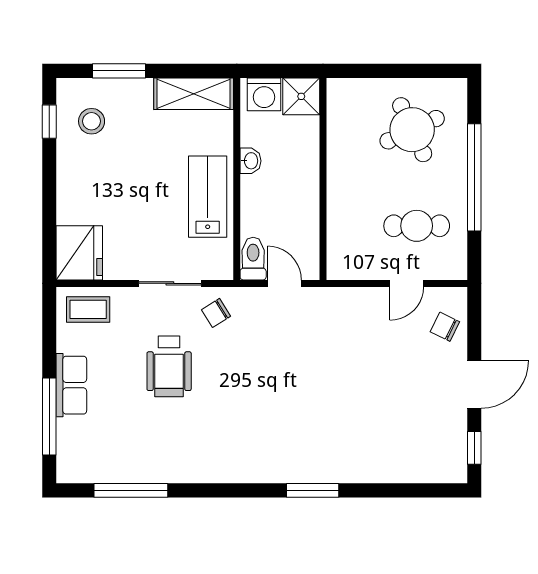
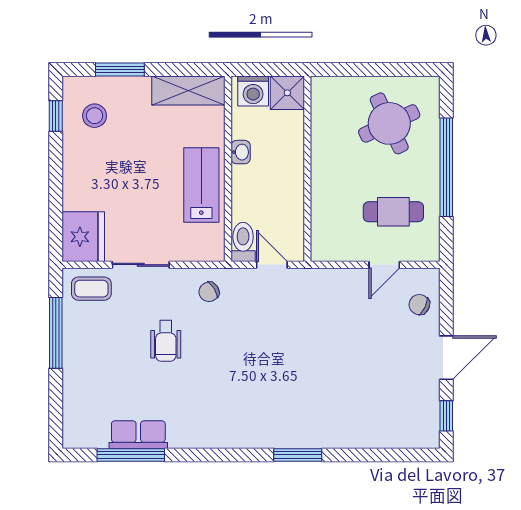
sliding door: (170, 283) -> (141, 265), moved
wheelchair: (169, 366) -> (166, 341), width x0.73, depth x0.73
row of seats: (71, 385) -> (138, 435), moved, turned -90
window: (49, 416) -> (56, 333), moved

